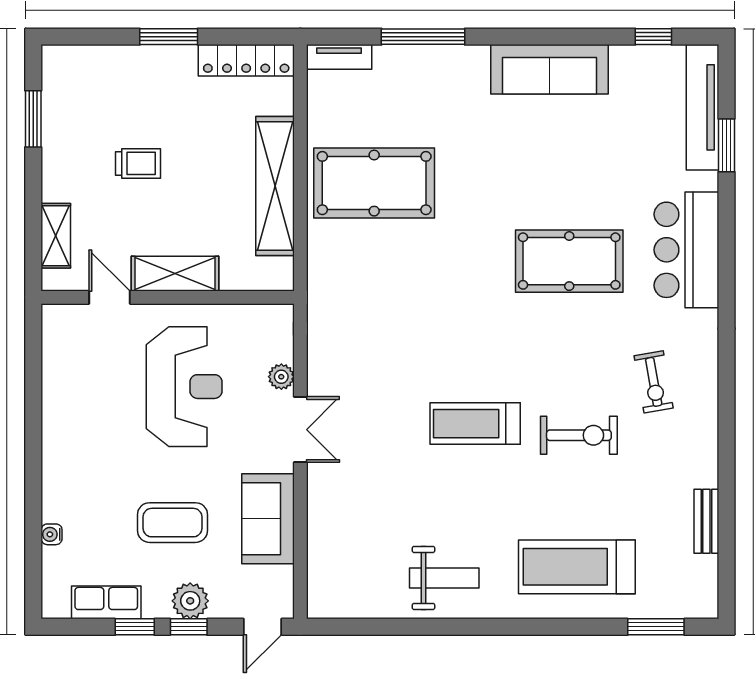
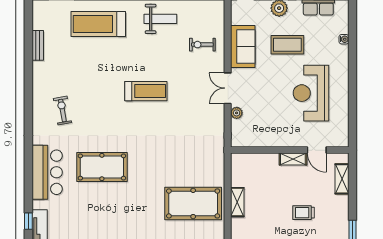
window: (726, 145) -> (28, 221), width x0.67
shelving: (275, 186) -> (237, 202), width x0.45, depth x0.75
shelving: (175, 274) -> (293, 159), width x0.67, depth x0.75
reception desk: (184, 387) -> (311, 93), moved
exercise bike: (579, 435) -> (202, 45), moved, width x0.73, depth x0.72
treadmill: (577, 567) -> (98, 24), turned 180
weight bench: (444, 578) -> (160, 19), turned 180

